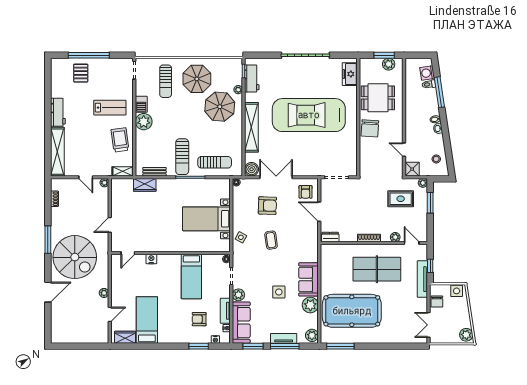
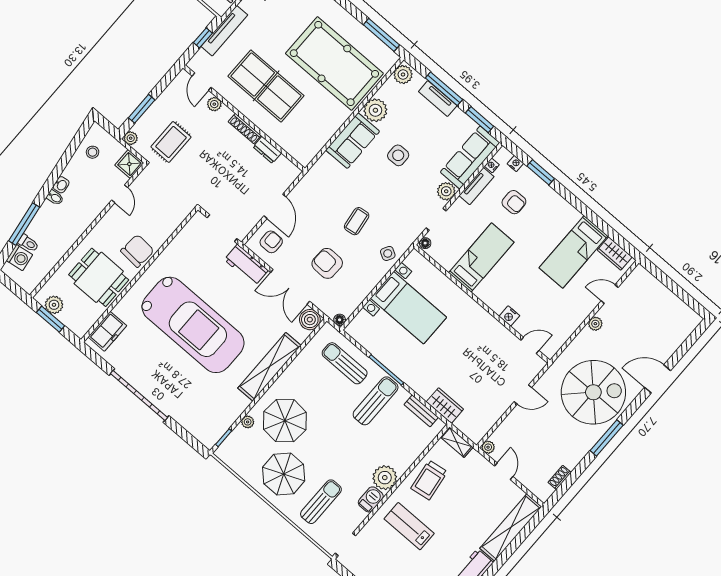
workbench: (252, 78) -> (246, 265), moved, turned -90
rug: (401, 199) -> (171, 142), turned 90
dresser: (330, 237) -> (267, 150), moved
spiral stairs: (75, 257) -> (593, 392), turned 90

